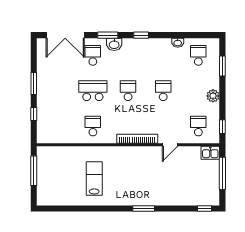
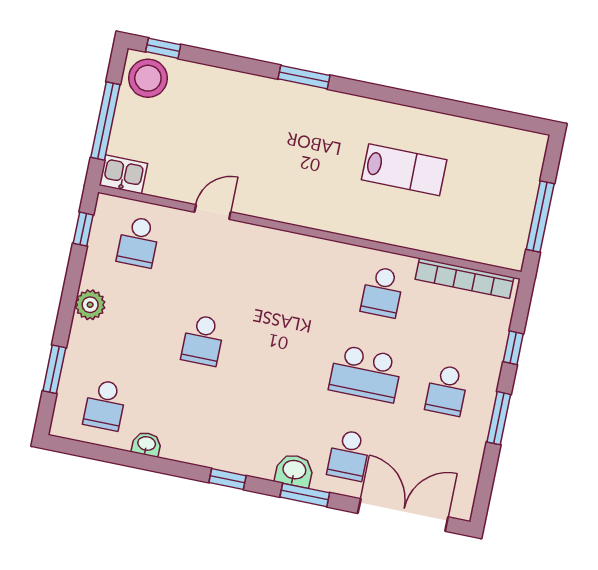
school desk: (128, 91) -> (447, 390), moved
bookcase: (137, 139) -> (465, 278), moved
lab bench: (94, 179) -> (404, 170), turned -90
stool: (208, 195) -> (148, 78), added

